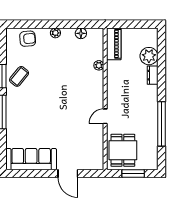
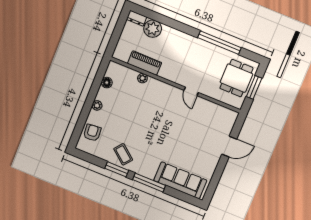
piano: (114, 44) -> (145, 63), moved
dresser: (153, 75) -> (137, 18), moved
dining table: (123, 150) -> (236, 78), moved, turned 90
sofa: (31, 159) -> (180, 180), moved, turned 90

